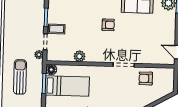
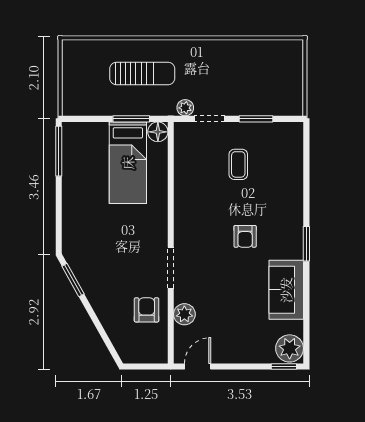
coffee table: (57, 29) -> (238, 164), moved
plant: (79, 56) -> (184, 314), moved

